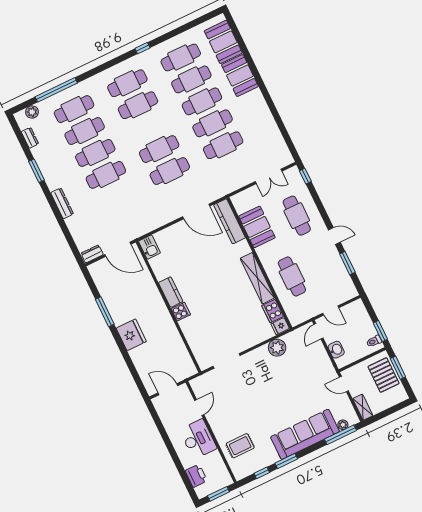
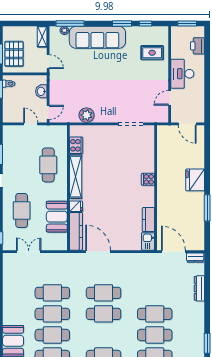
dresser: (62, 203) -> (199, 288), moved
kitchen counter: (171, 292) -> (148, 220), moved
fridge: (280, 326) -> (76, 206), moved

